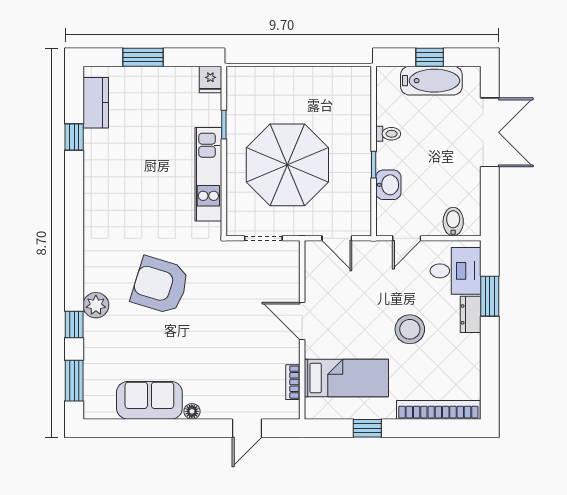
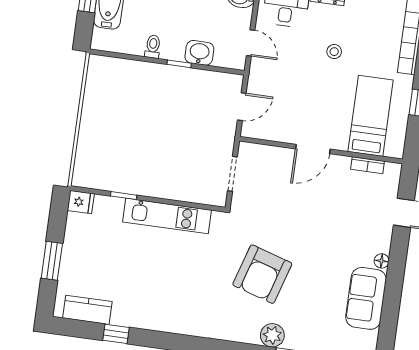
parasol: (287, 165) -> (168, 142), removed
stool: (410, 329) -> (334, 52), width x0.53, depth x0.53

